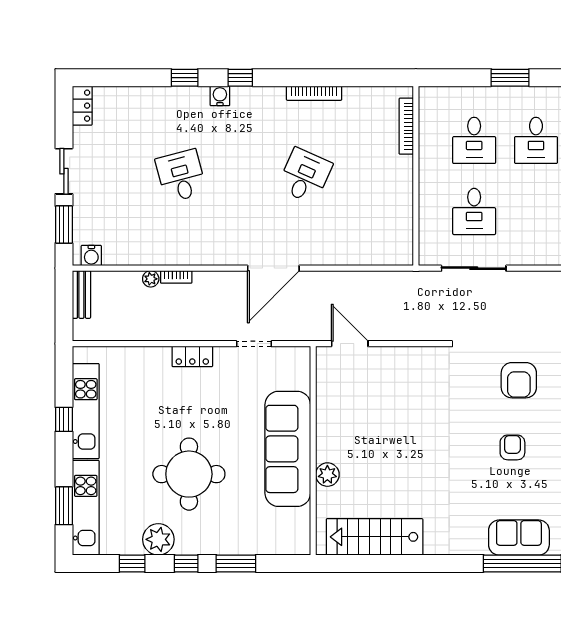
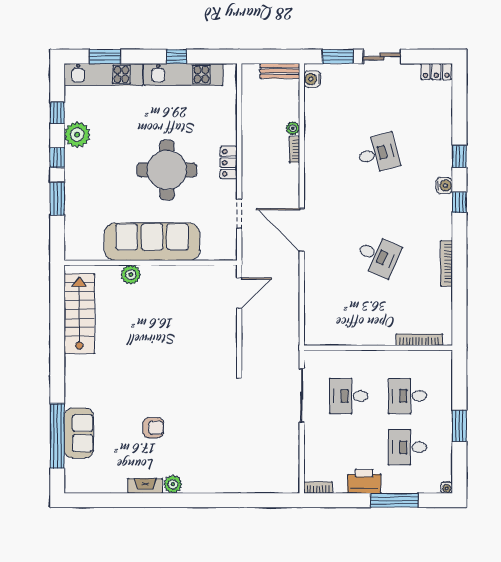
armchair: (519, 380) -> (209, 433), removed
round table: (189, 474) -> (167, 170), moved

